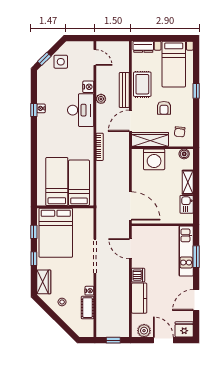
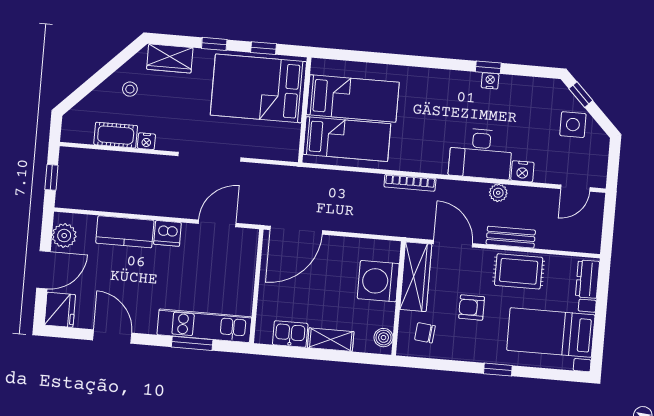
bench: (124, 90) -> (511, 237), width x0.73

